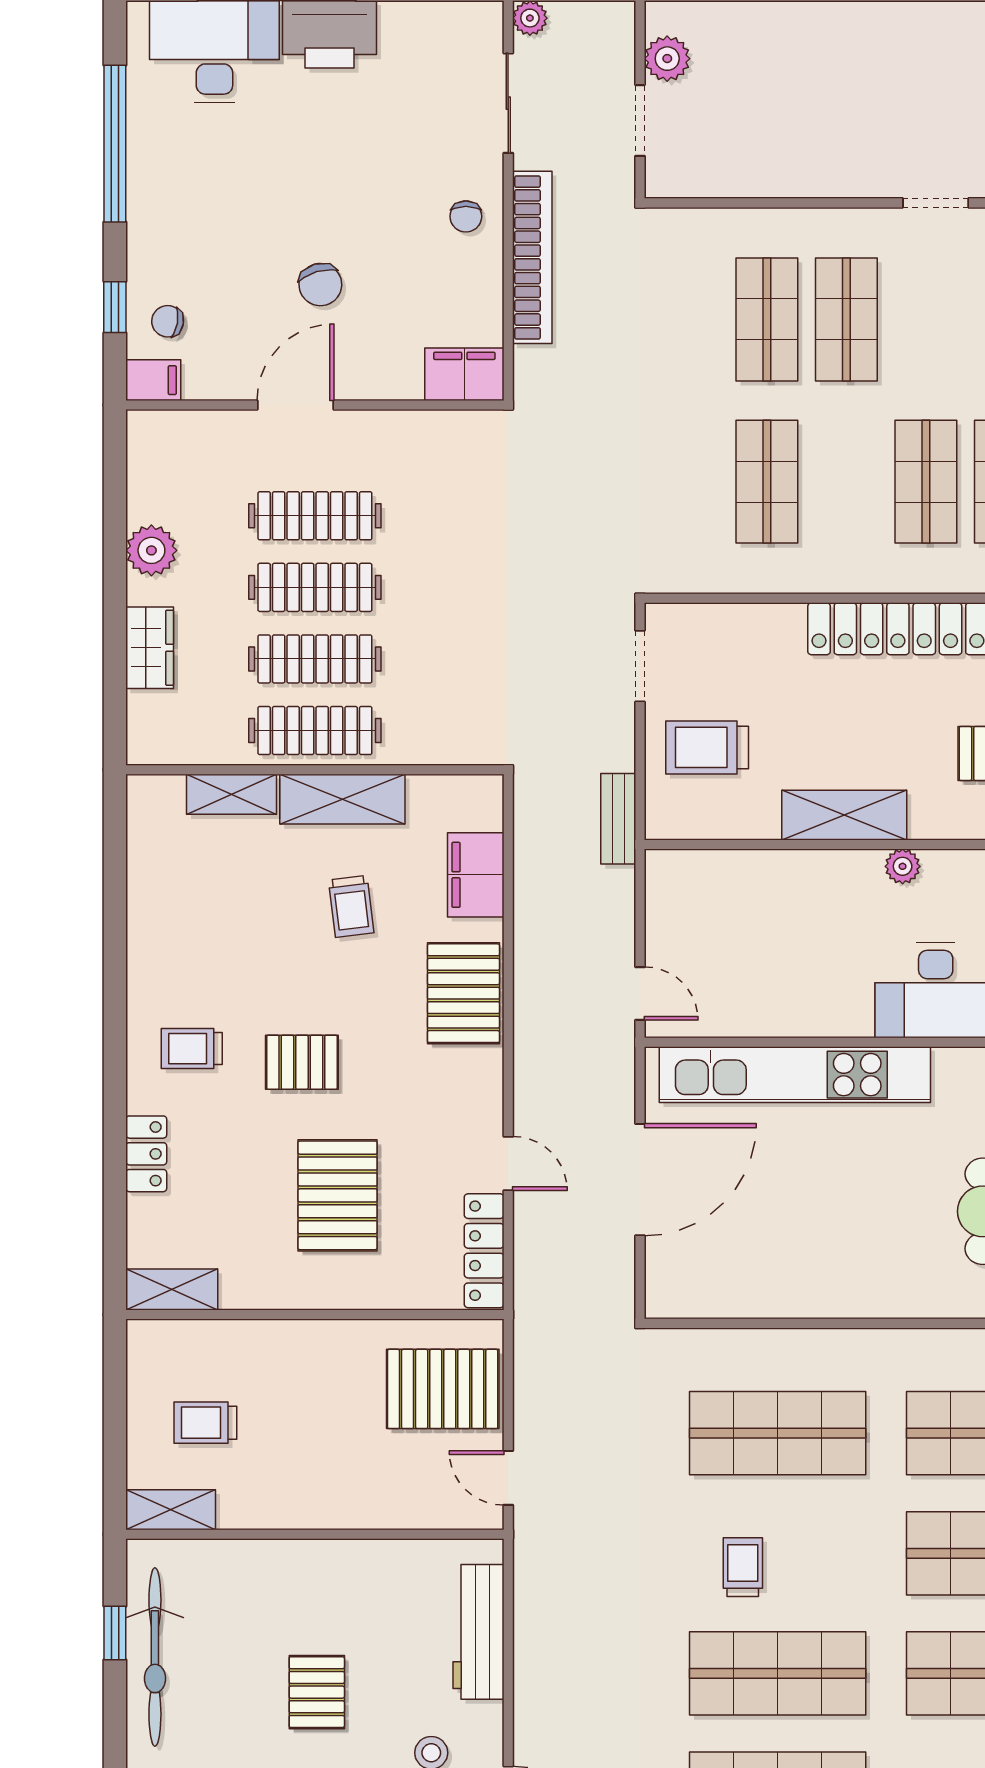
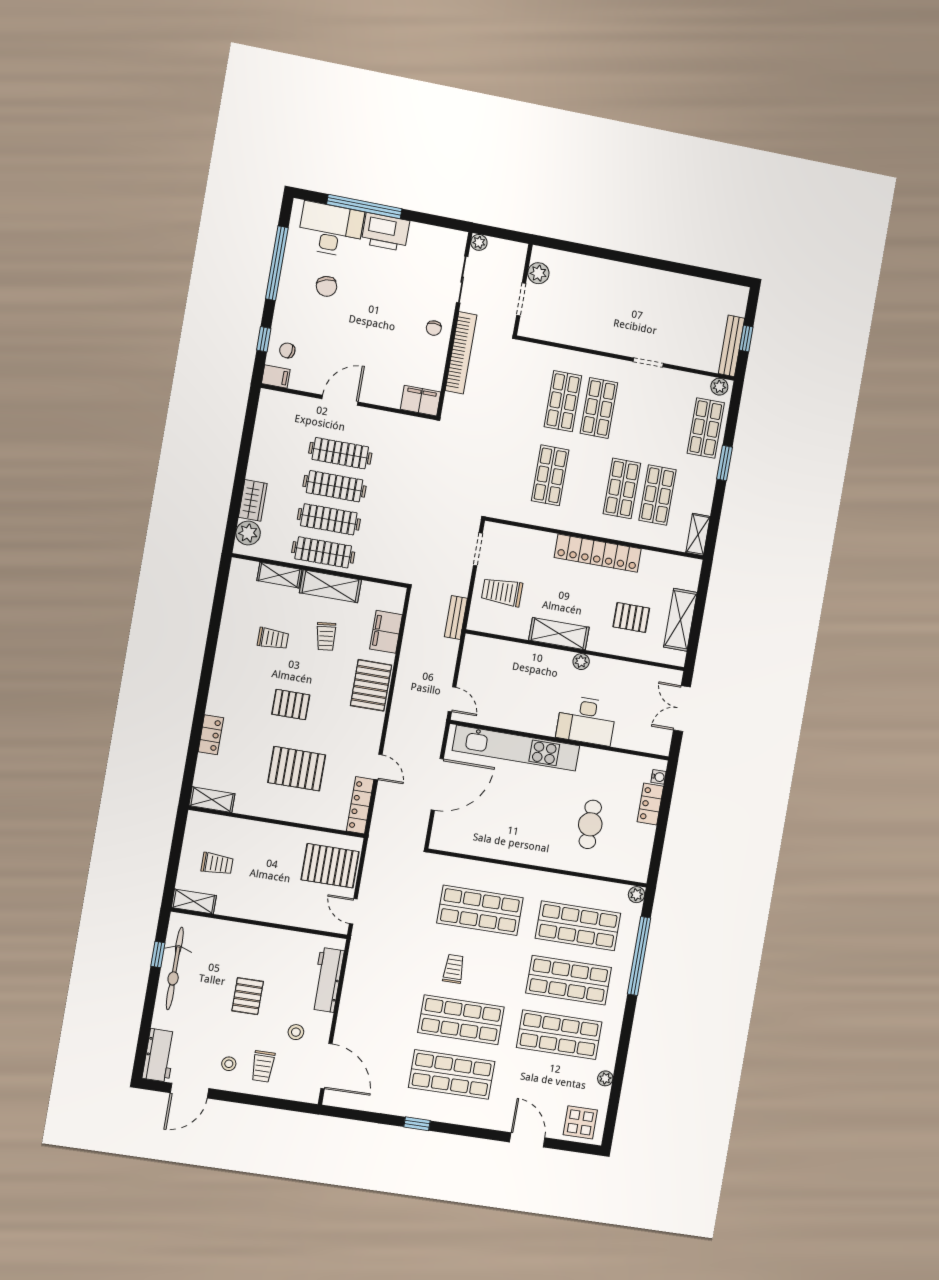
chair: (320, 285) -> (327, 286), moved
plant: (151, 550) -> (248, 533), moved
trolley: (192, 1049) -> (273, 639), moved, turned 180
pallet: (338, 1195) -> (297, 769), turned 90
trolley: (205, 1423) -> (217, 864), turned 180

